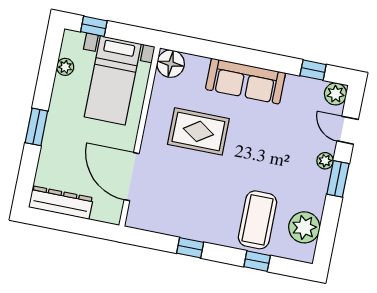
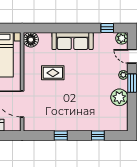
rug: (198, 131) -> (53, 73), width x0.73, depth x0.70
coffee table: (258, 220) -> (94, 114), removed
plant: (304, 227) -> (119, 97), moved

